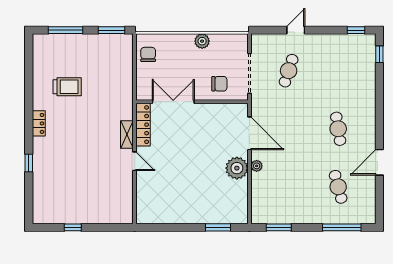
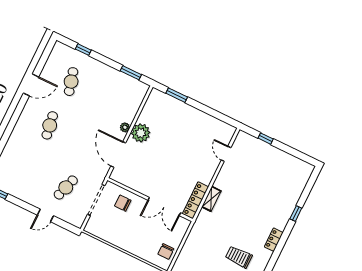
plant: (202, 41) -> (120, 242), removed
door: (135, 161) -> (226, 154), moved
window: (73, 227) -> (266, 139), moved
window: (342, 227) -> (83, 50), width x0.46

